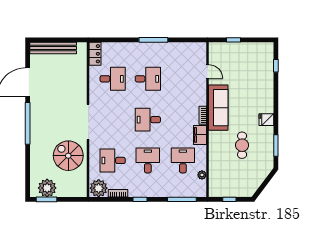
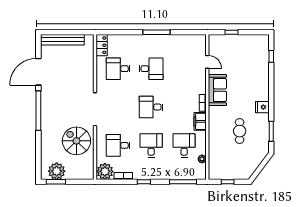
desk: (113, 79) -> (118, 69), turned 180
sofa: (218, 108) -> (217, 90), width x0.73

